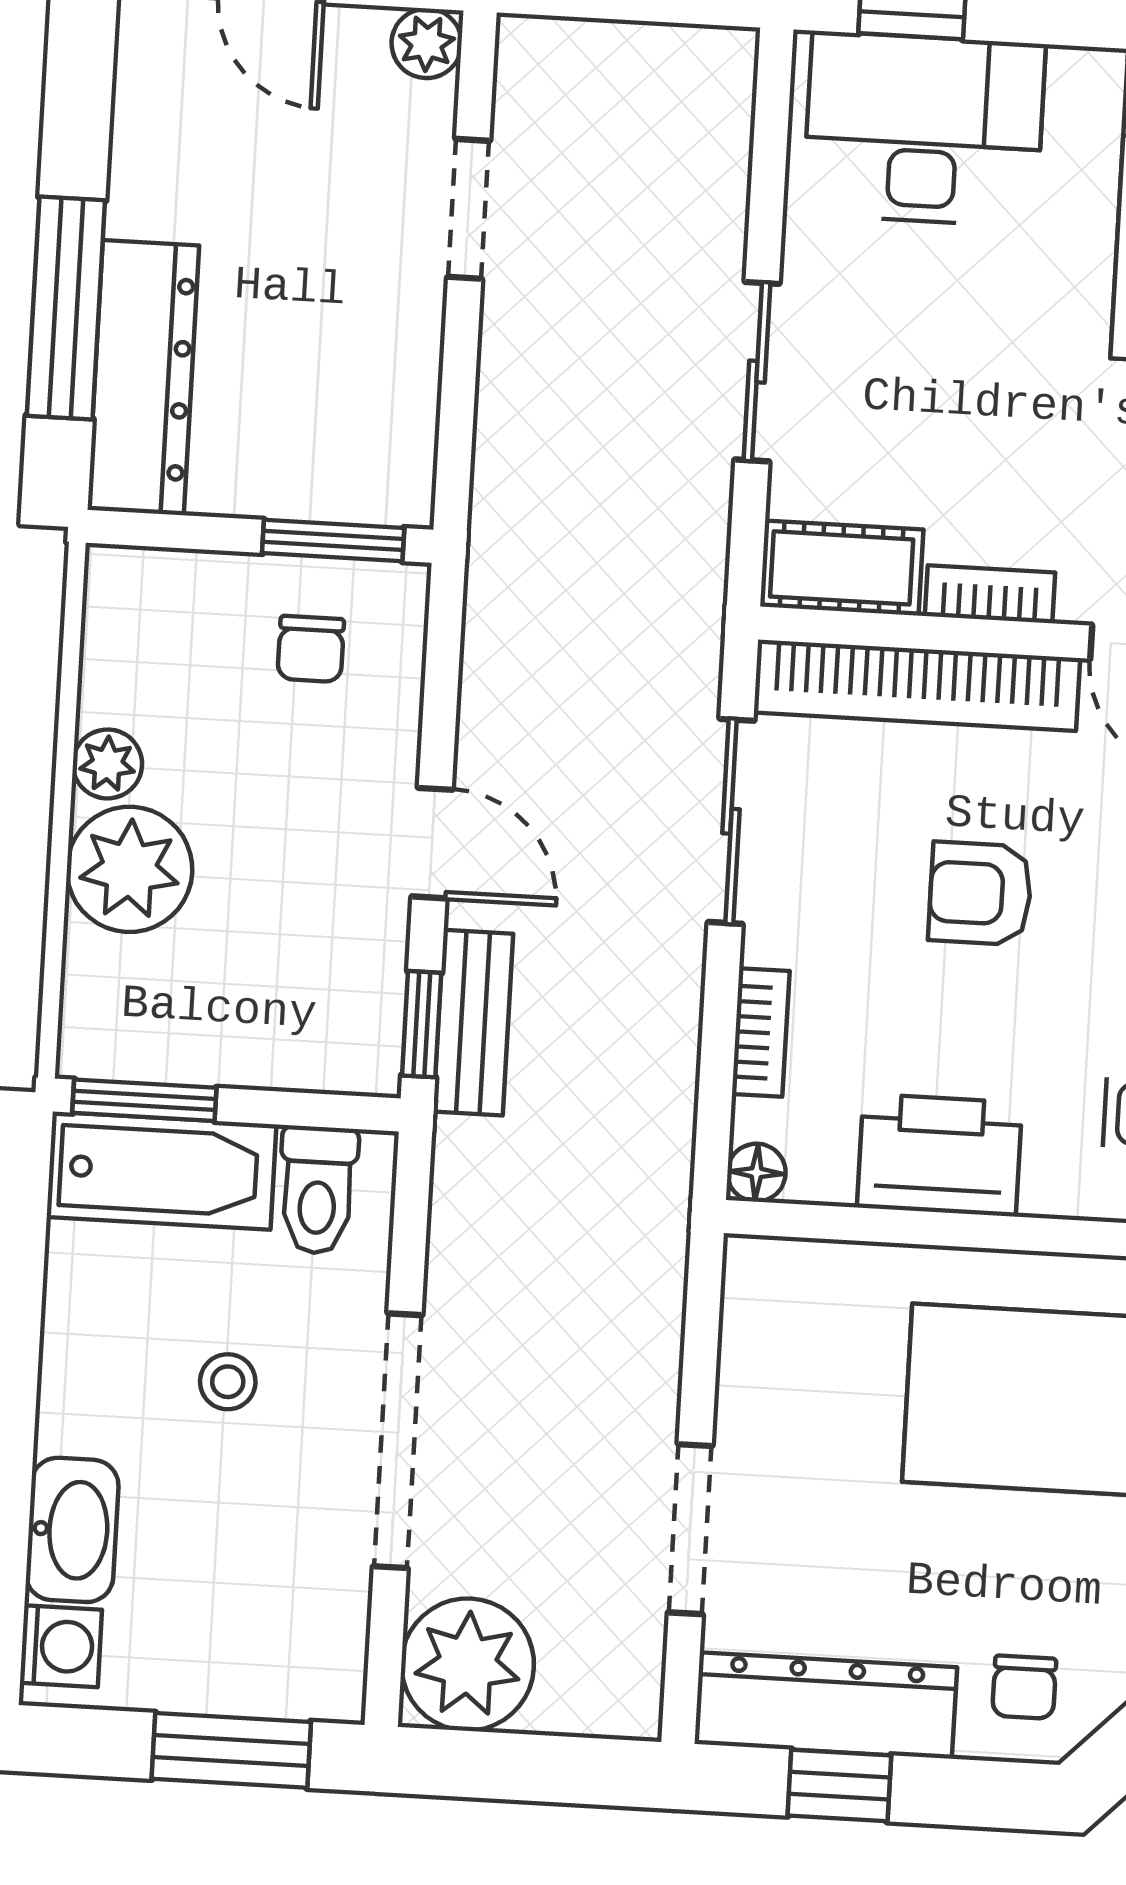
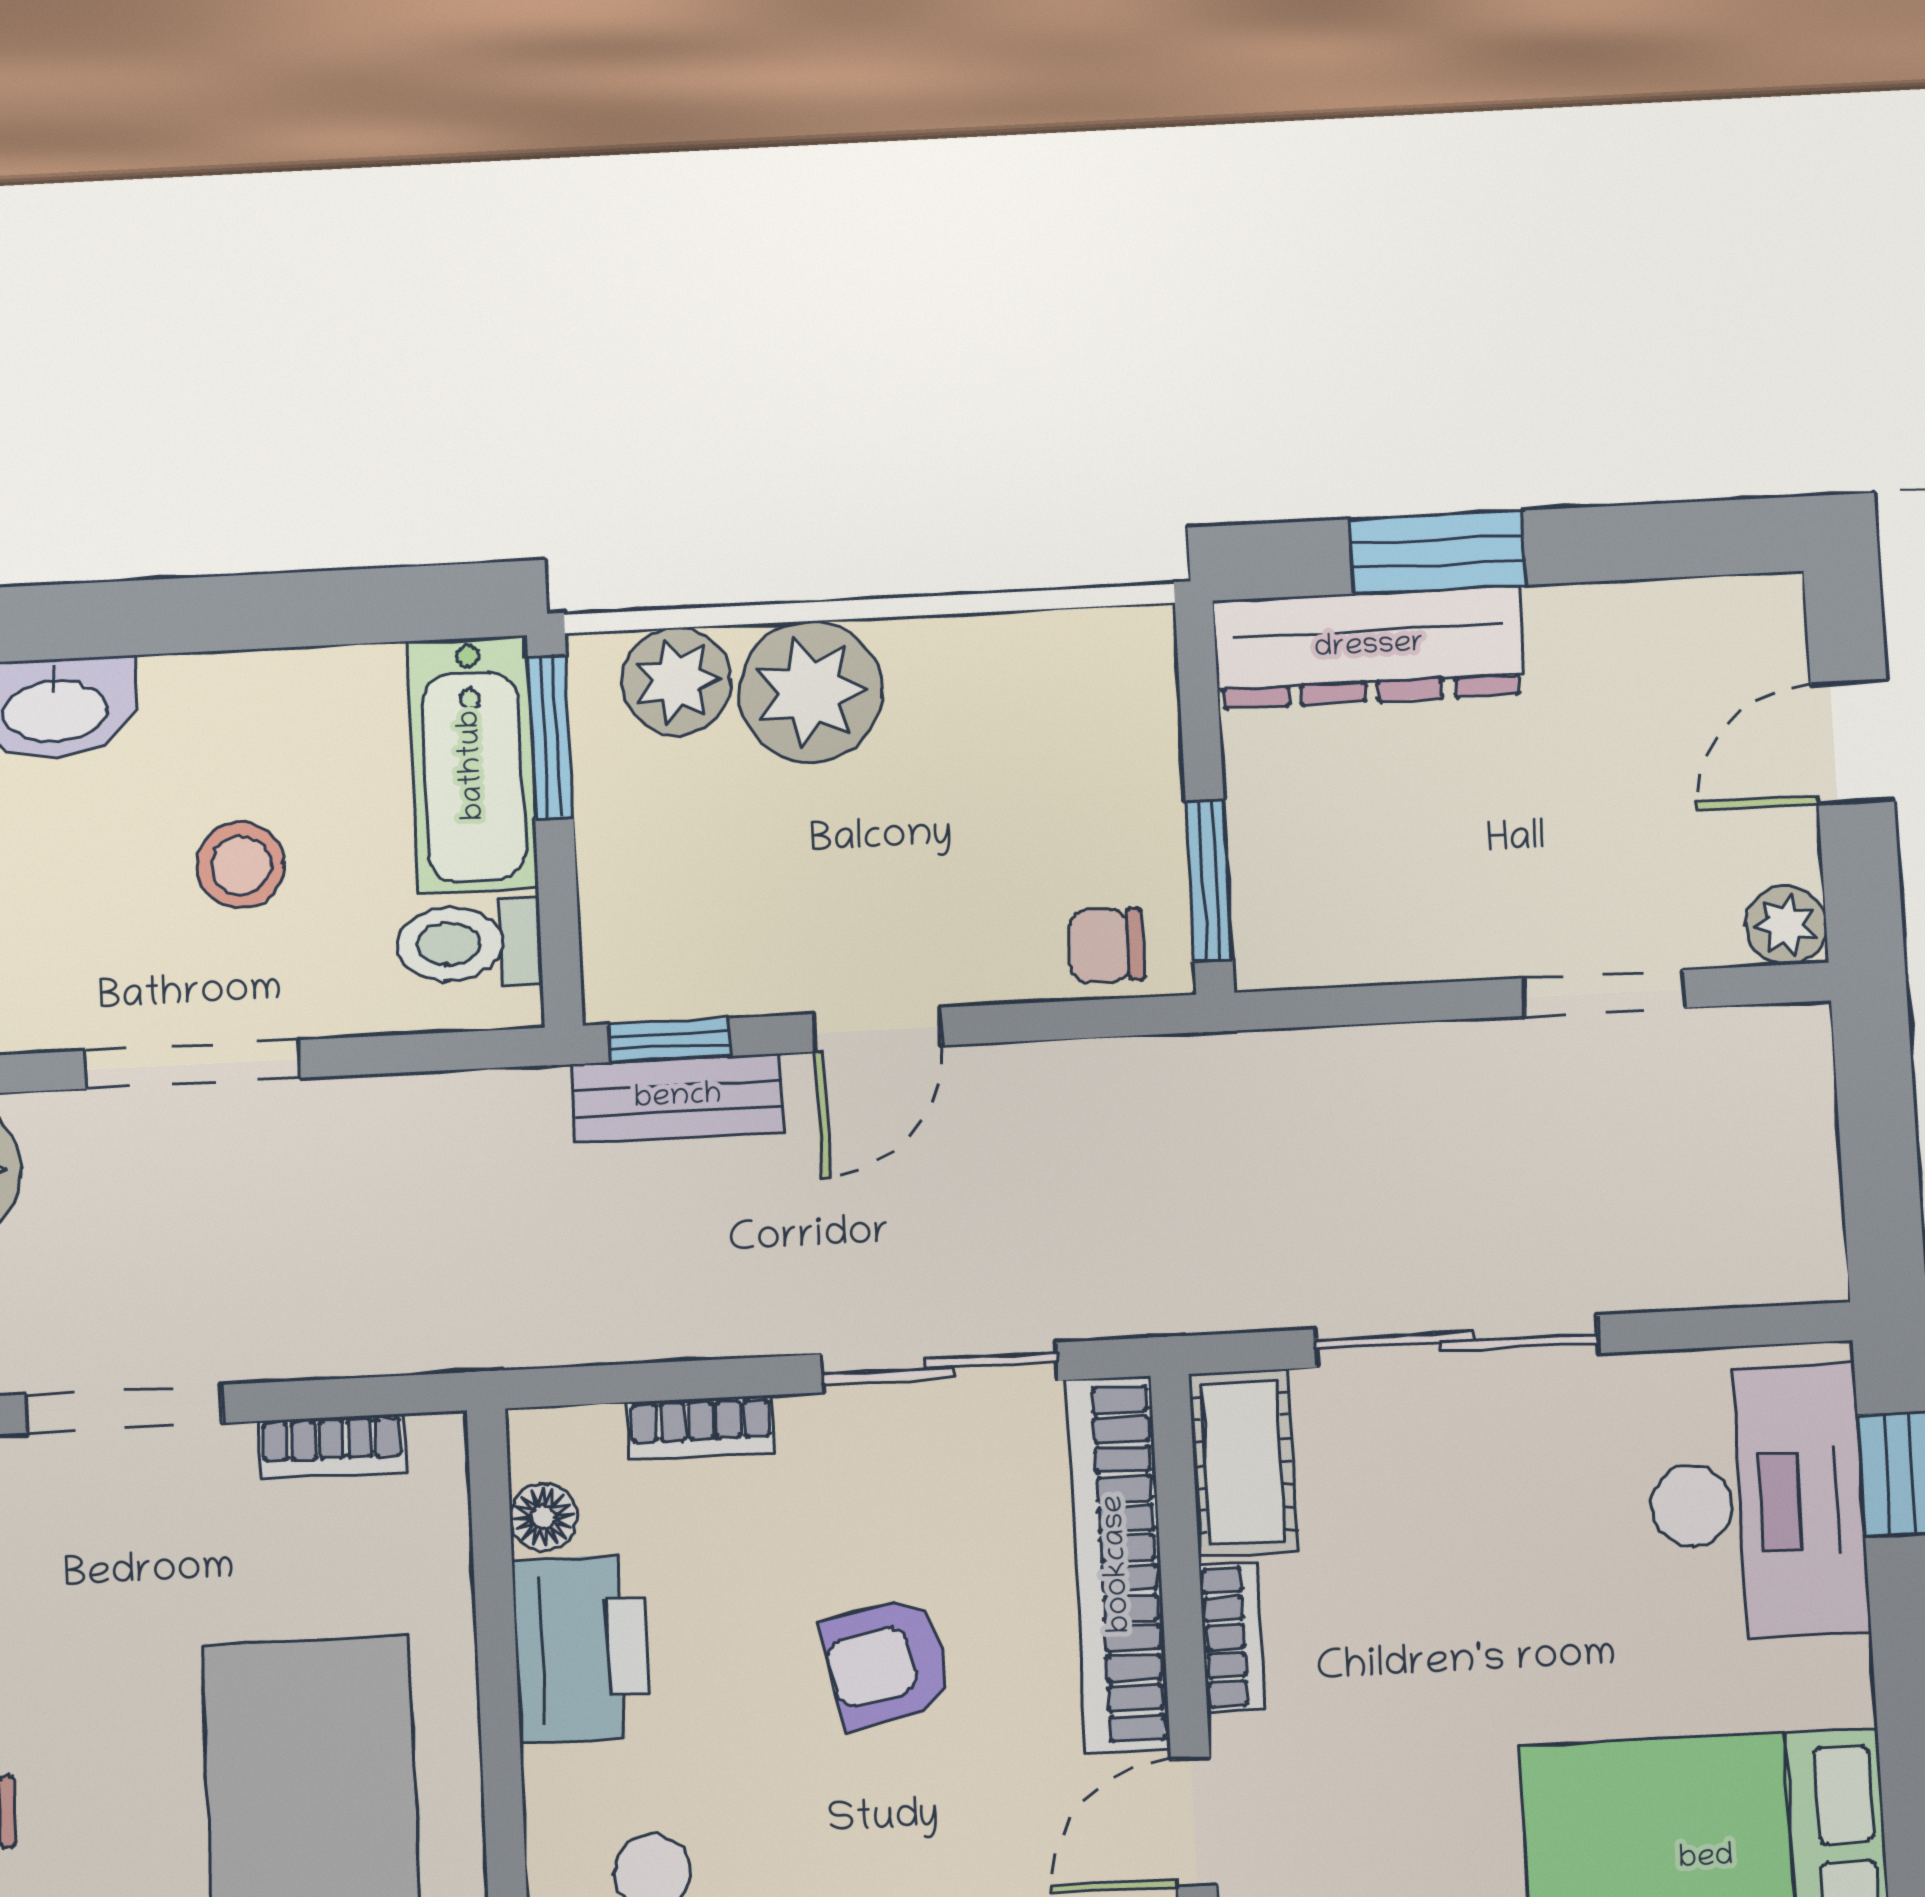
window: (66, 308) -> (1438, 552), width x0.69
sliding door: (757, 372) -> (1457, 1341), width x1.37
chair: (311, 649) -> (1106, 945), moved
plant: (107, 764) -> (677, 681), moved, width x1.38, depth x1.38
armchair: (980, 894) -> (887, 1663), turned -102
floor lamp: (756, 1173) -> (543, 1517), moved
bookcase: (742, 1353) -> (332, 1447), added
stool: (228, 1382) -> (241, 865), width x1.37, depth x1.37
doorway: (398, 1441) -> (192, 1064), width x0.73

